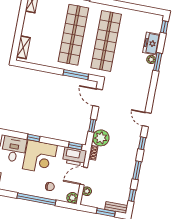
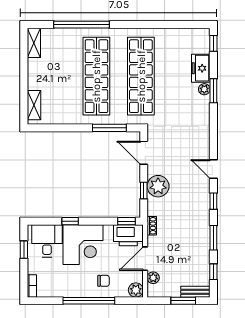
plant: (101, 138) -> (158, 186), moved

